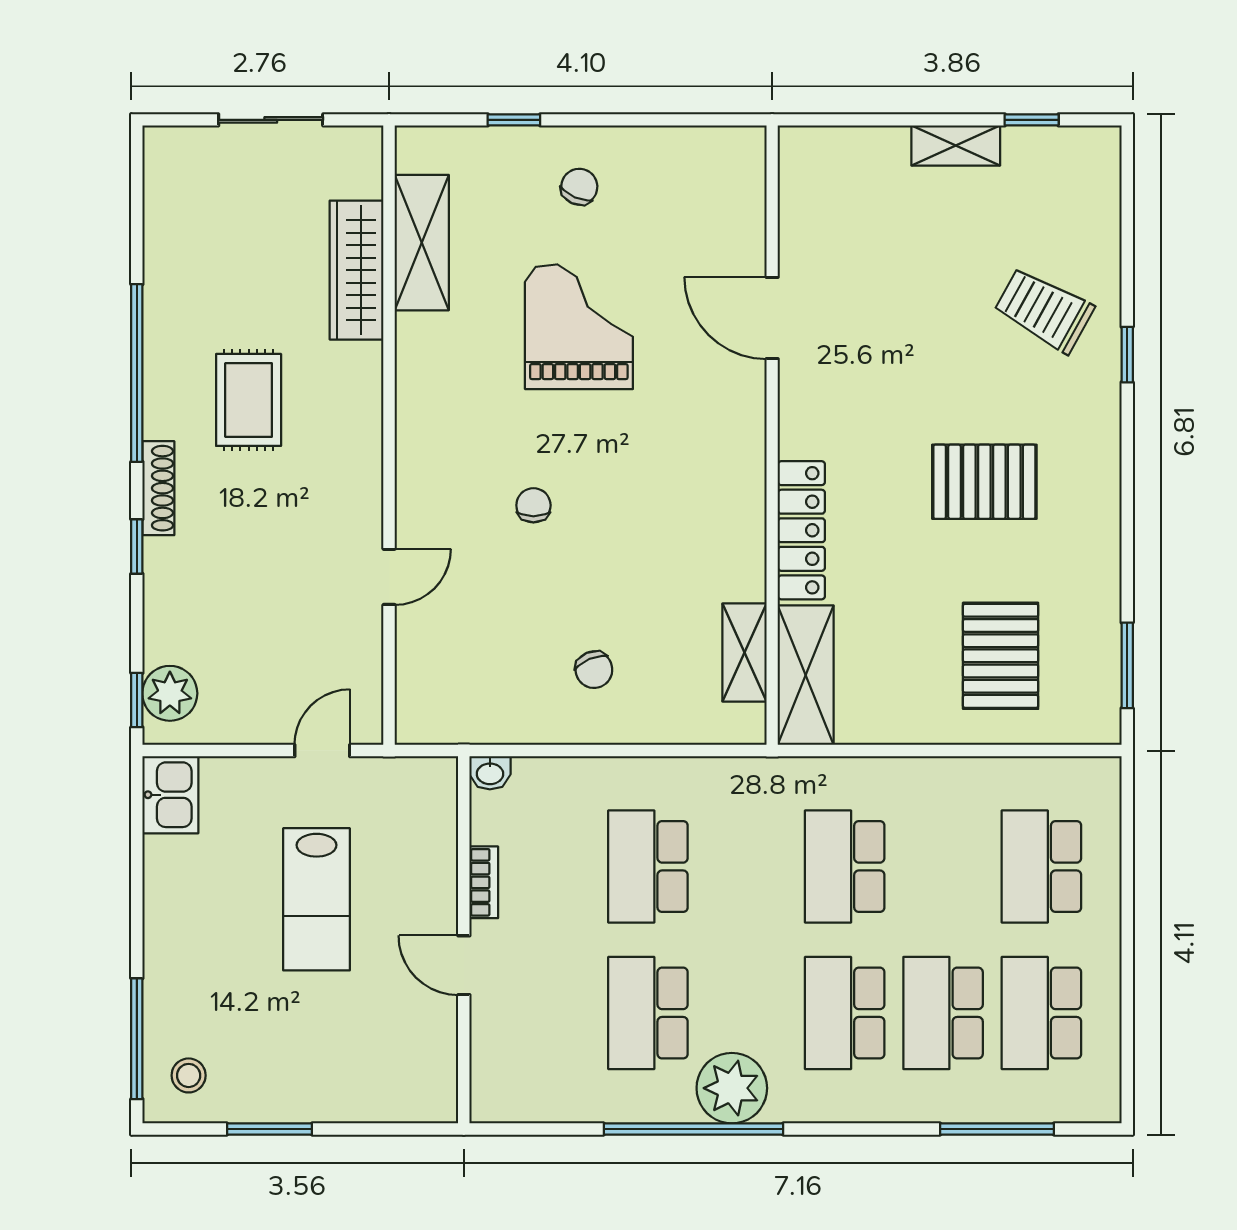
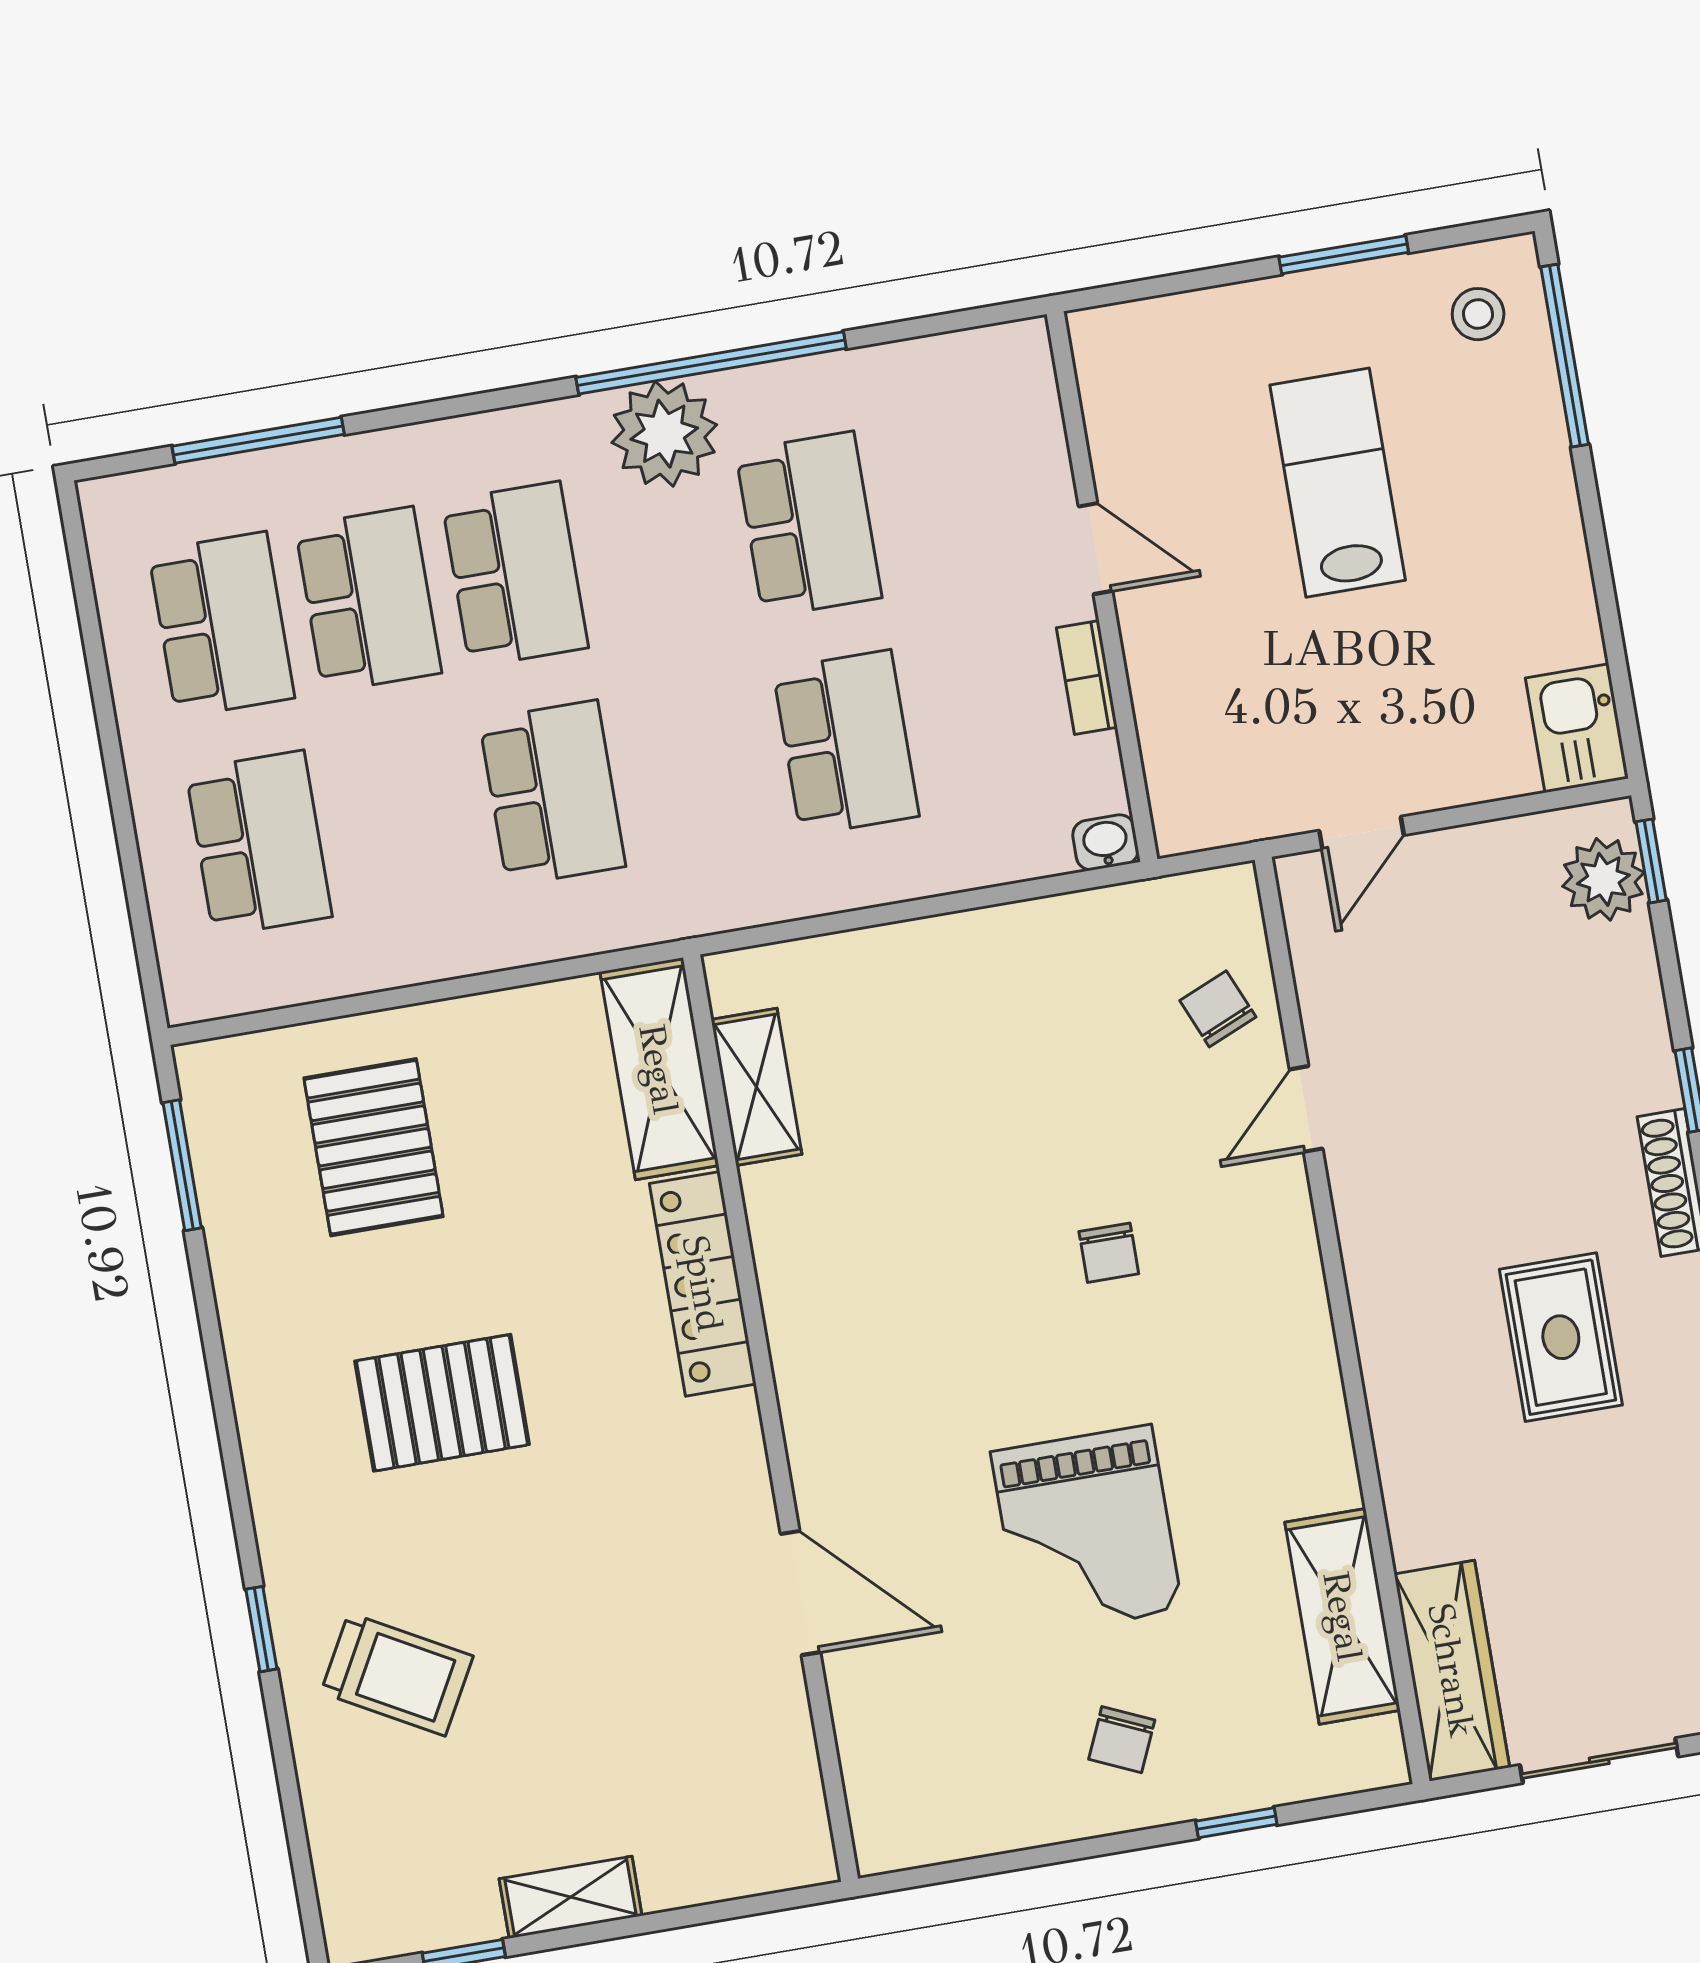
wardrobe: (357, 270) -> (1452, 1671), moved
chair: (594, 670) -> (1218, 1009), moved
lab bench: (316, 899) -> (1338, 483), moved

